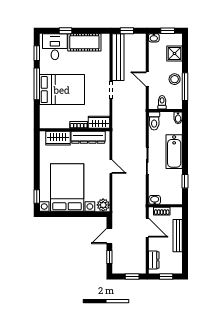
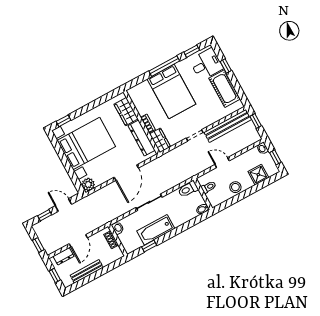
door: (147, 79) -> (222, 163), hinge flipped
window: (185, 87) -> (234, 200), removed
bathtub: (174, 152) -> (156, 230), moved
door: (111, 167) -> (126, 173), width x1.87
door: (147, 228) -> (78, 241), moved
bench: (178, 236) -> (87, 271), moved

